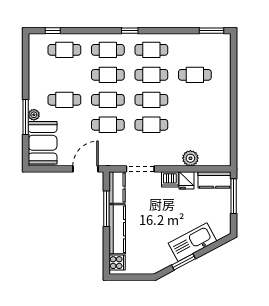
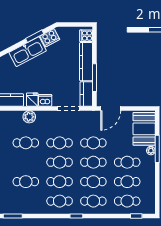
cafe table: (64, 75) -> (127, 182), added
cafe table: (195, 125) -> (26, 143), added
cooker: (164, 260) -> (50, 38), added

